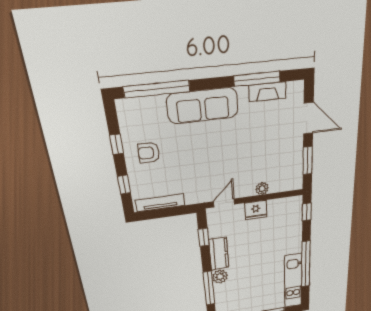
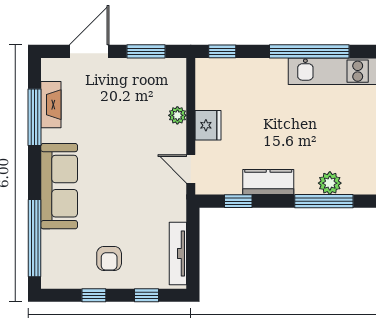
plant: (220, 277) -> (330, 183), moved

